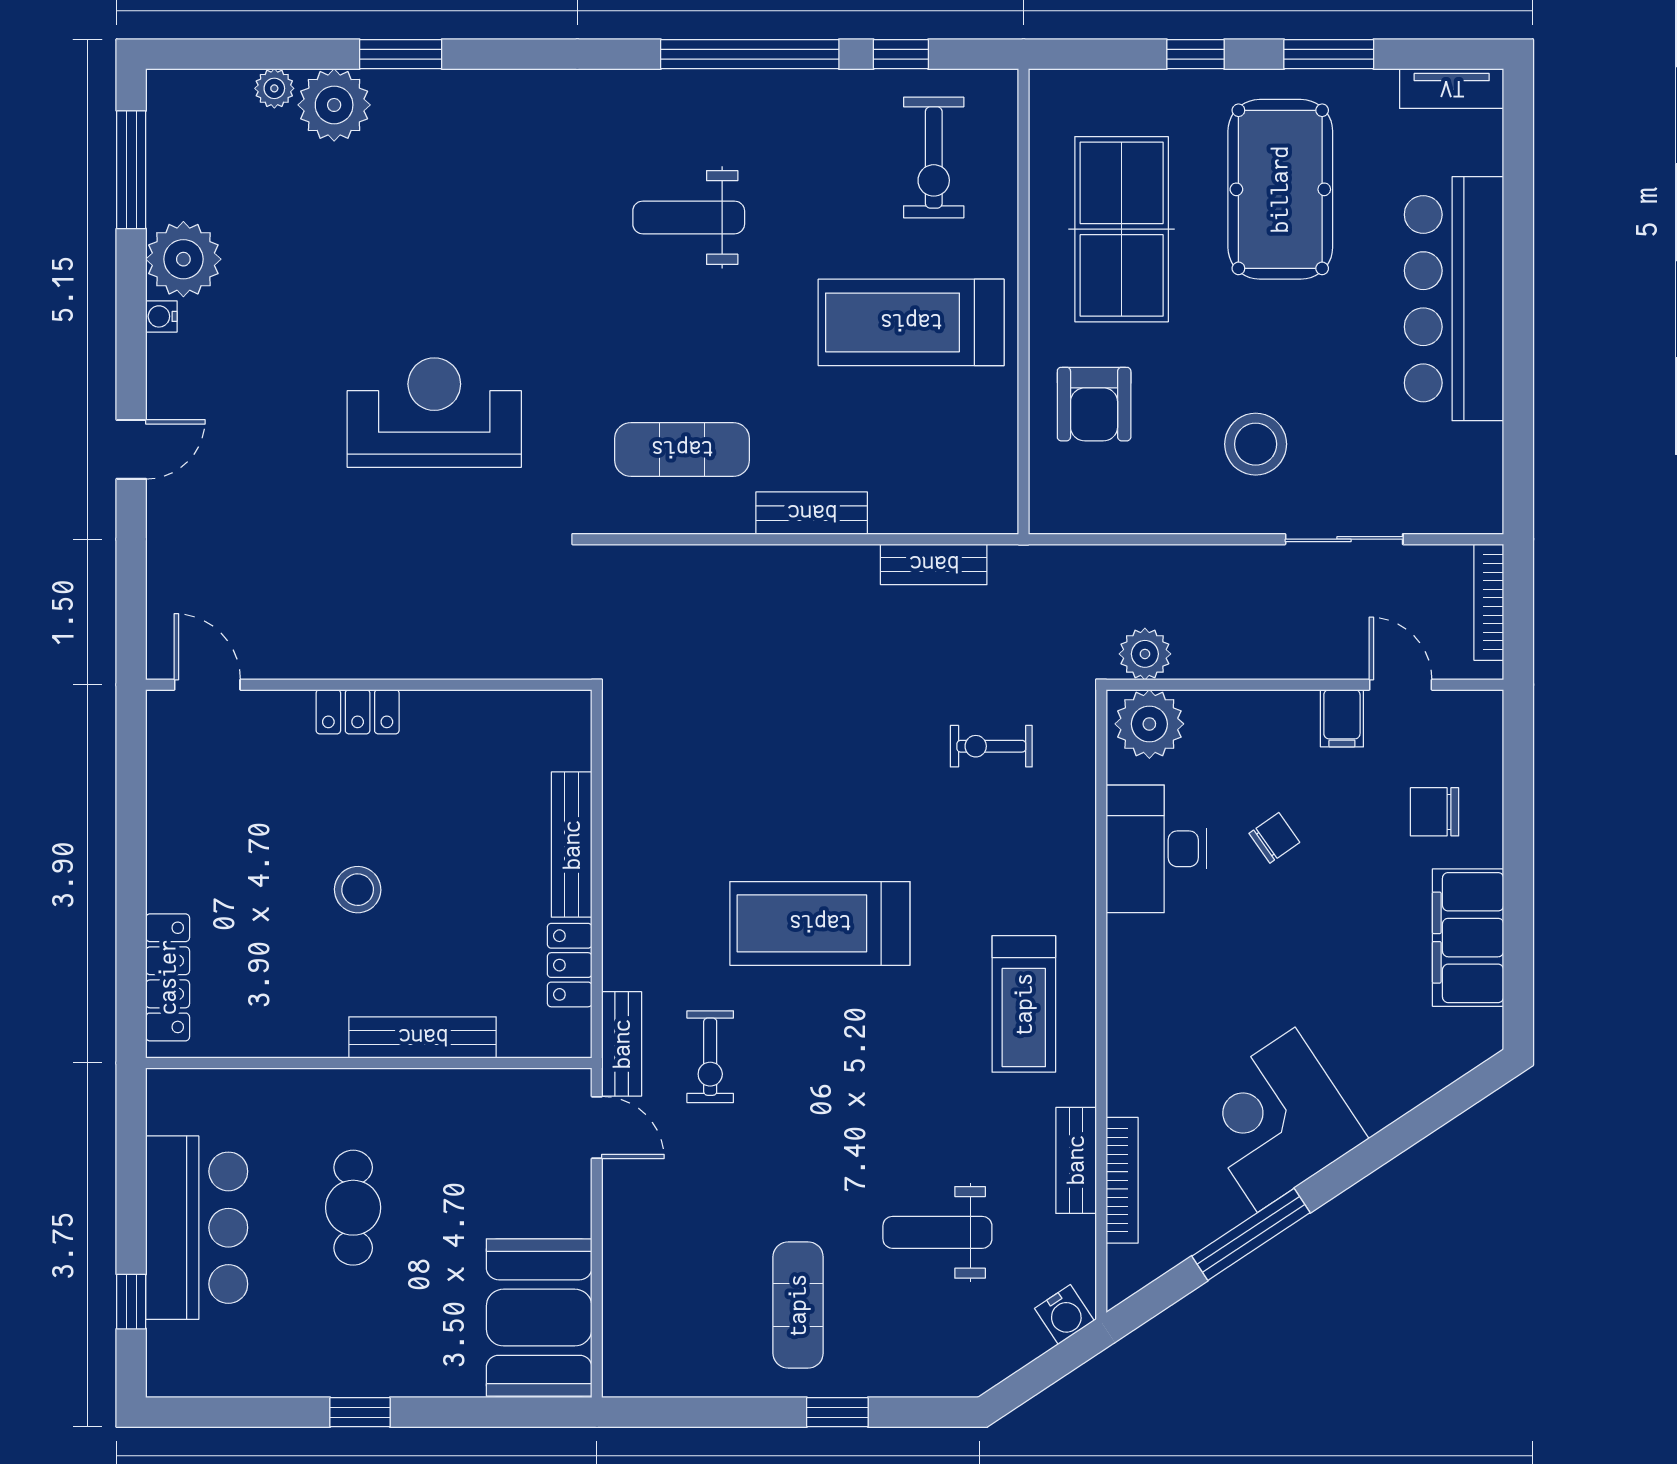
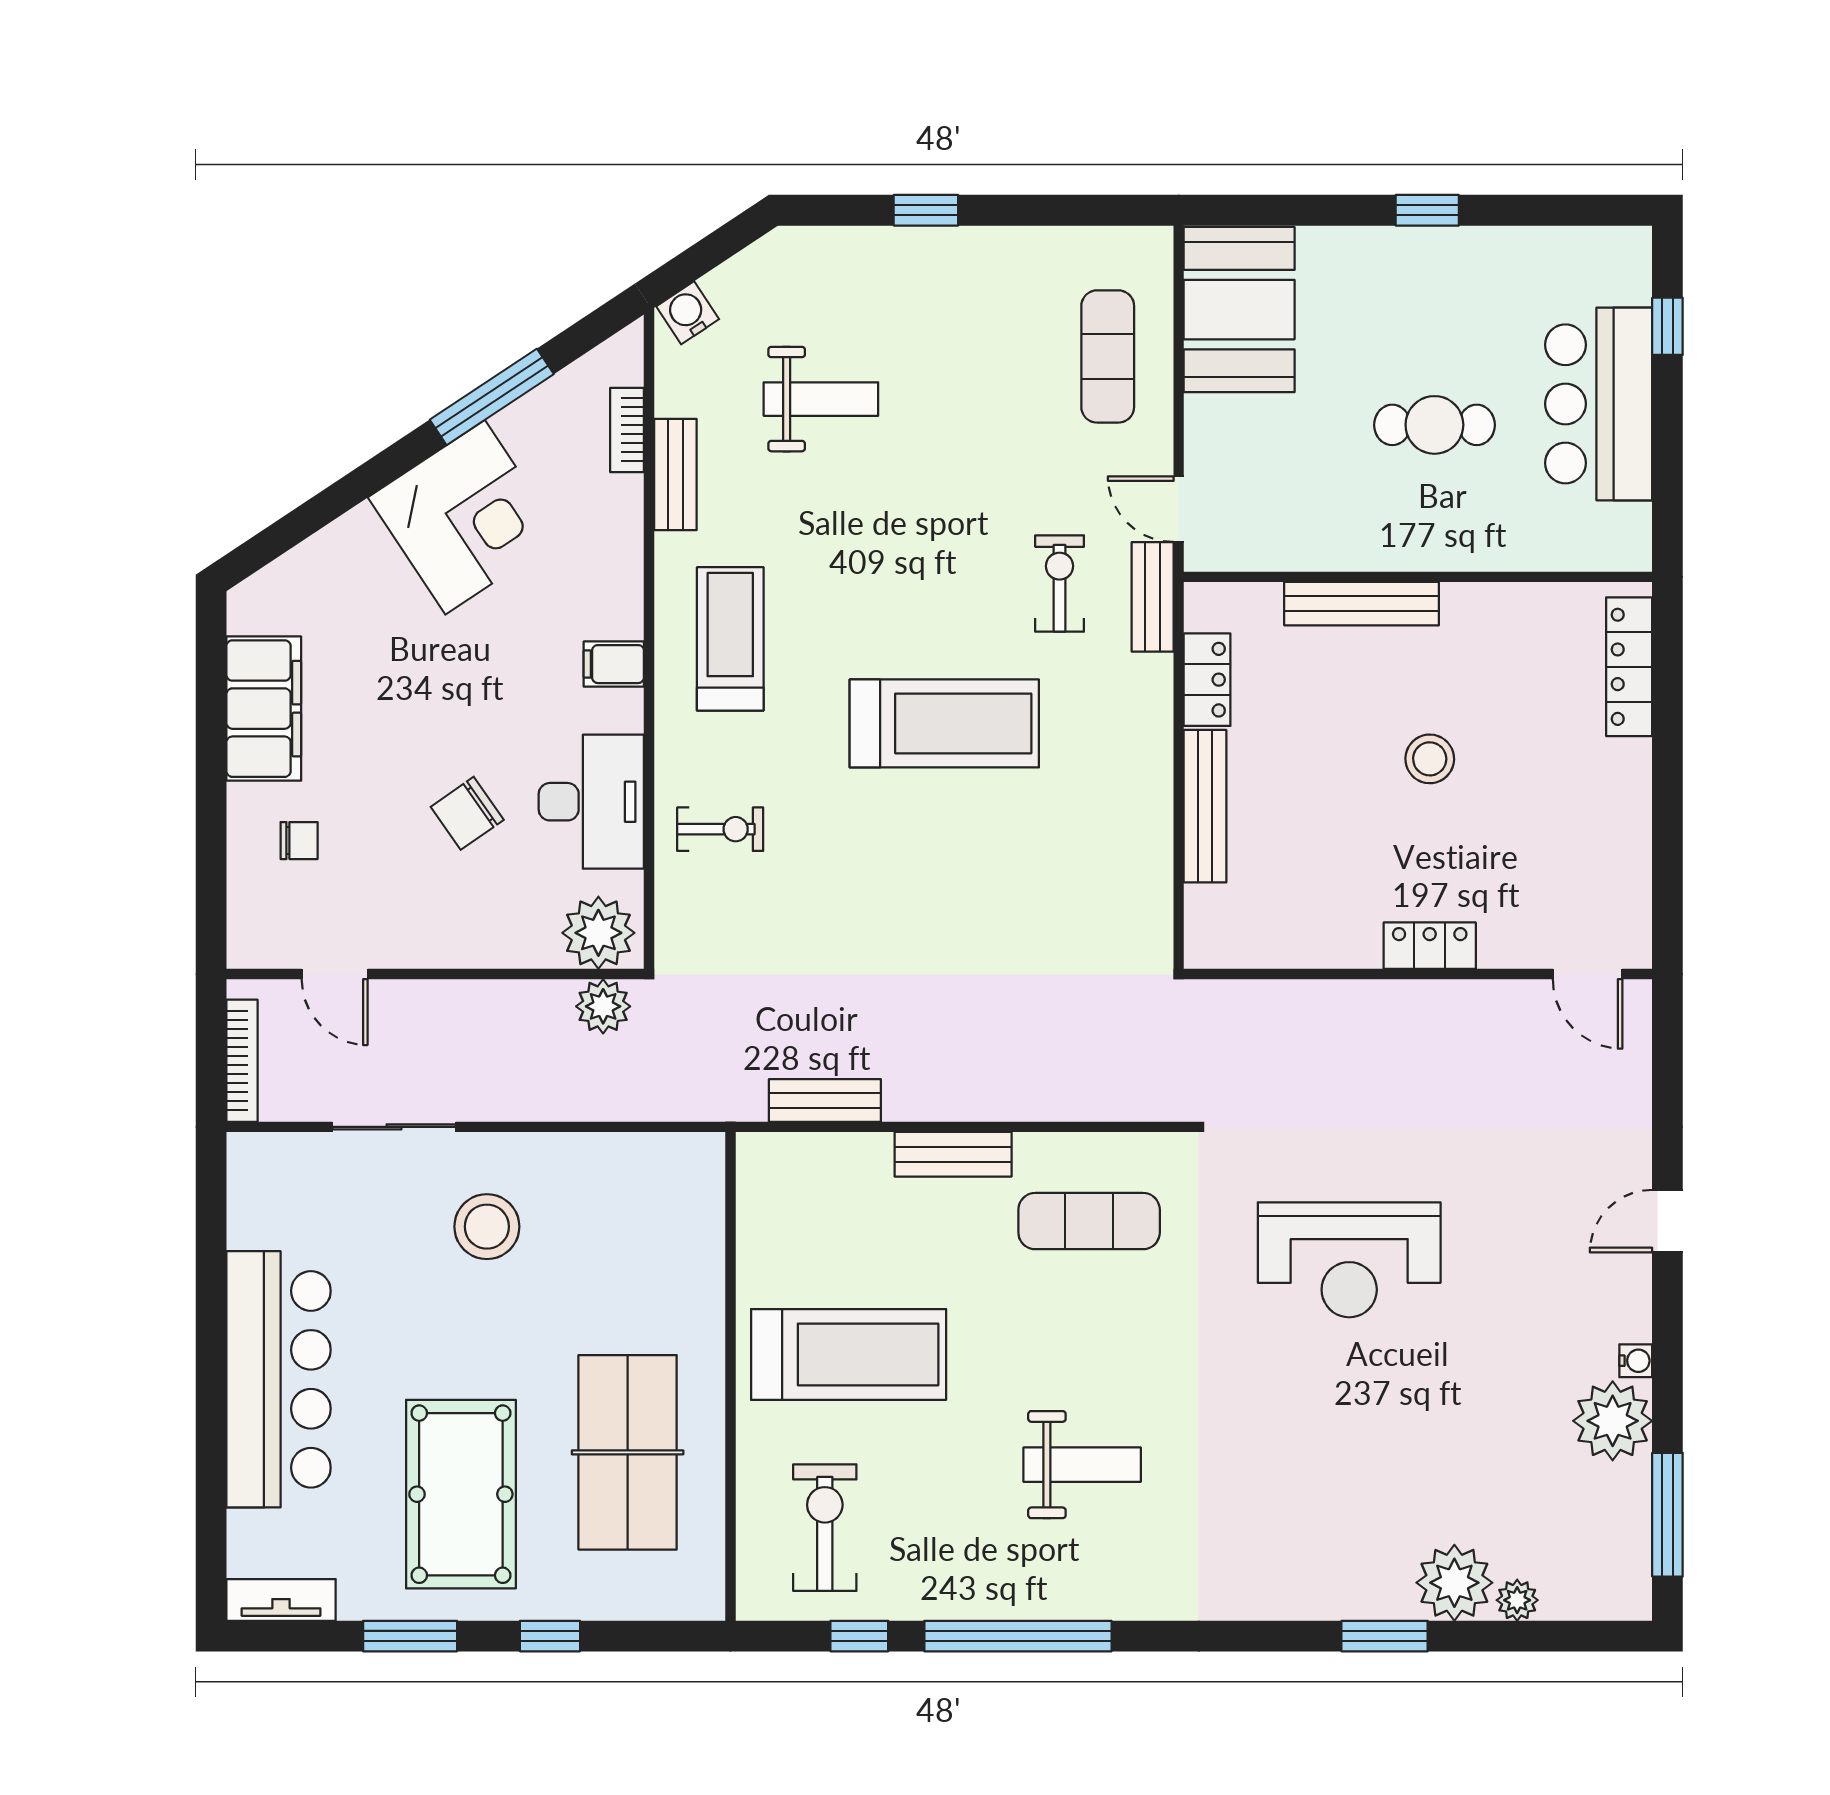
armchair: (1094, 404) -> (656, 1269), removed
filing cabinet: (1342, 718) -> (614, 664), moved, turned -90
exercise bike: (991, 746) -> (720, 829), moved
chair: (1435, 812) -> (299, 841), width x0.73, depth x0.73
chair: (1274, 838) -> (467, 813), width x1.37, depth x1.37
bookcase: (1122, 1180) -> (627, 430), width x0.64
cafe table: (353, 1208) -> (1434, 425), turned 90
exercise mat: (798, 1305) -> (1108, 356), moved

